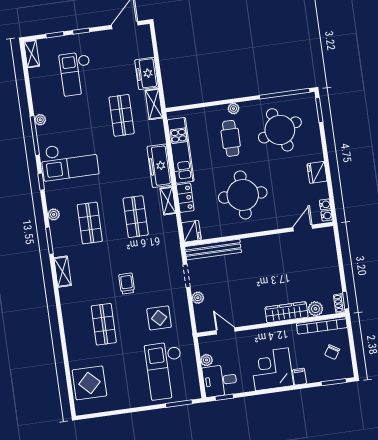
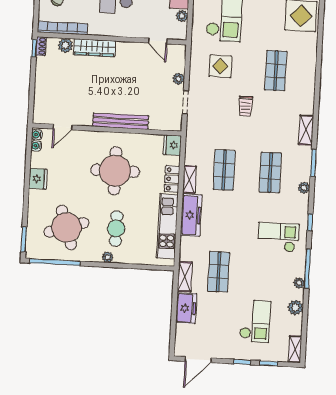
plant: (39, 95) -> (295, 307), added
checkout: (69, 161) -> (278, 237), width x0.73, depth x0.83
bench: (213, 250) -> (121, 121), moved

